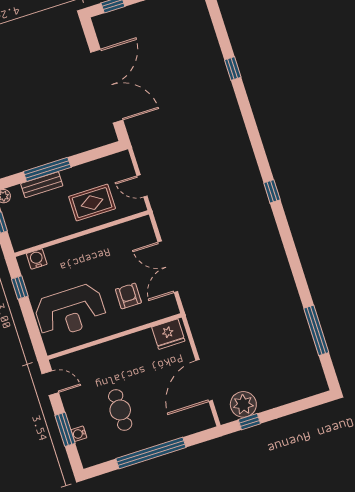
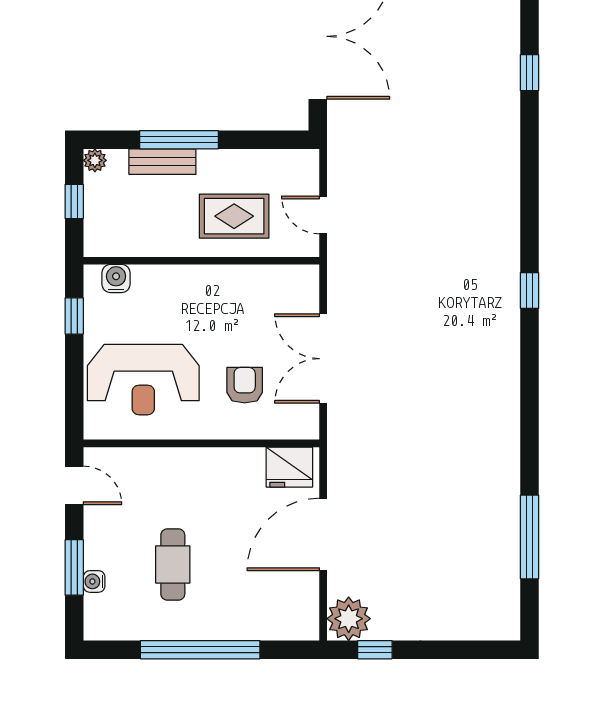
door: (204, 380) -> (323, 534), moved
plant: (243, 404) -> (349, 619), moved

